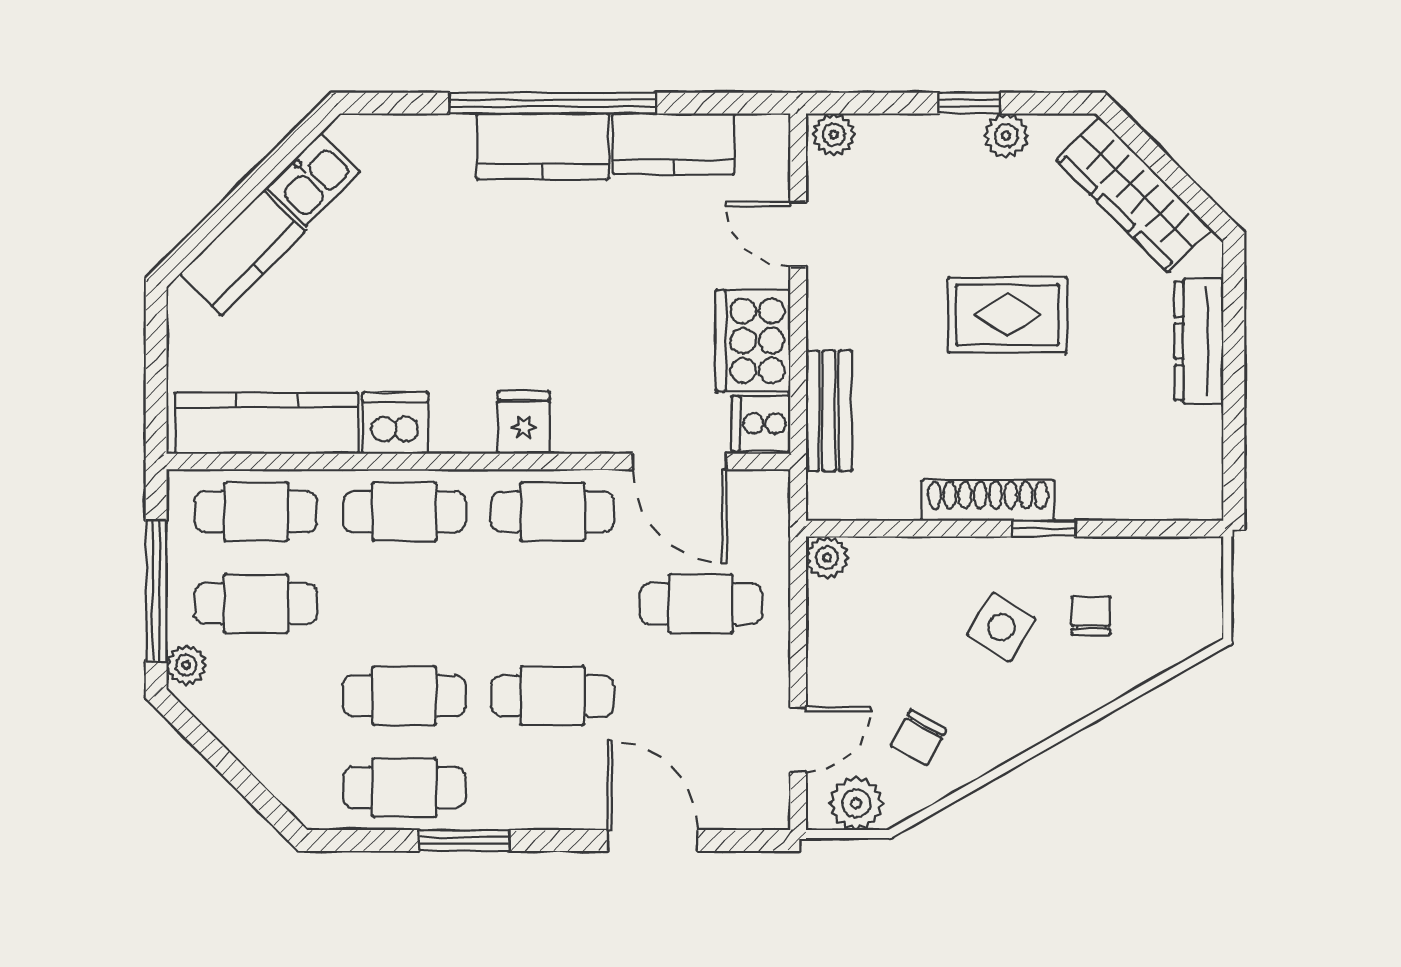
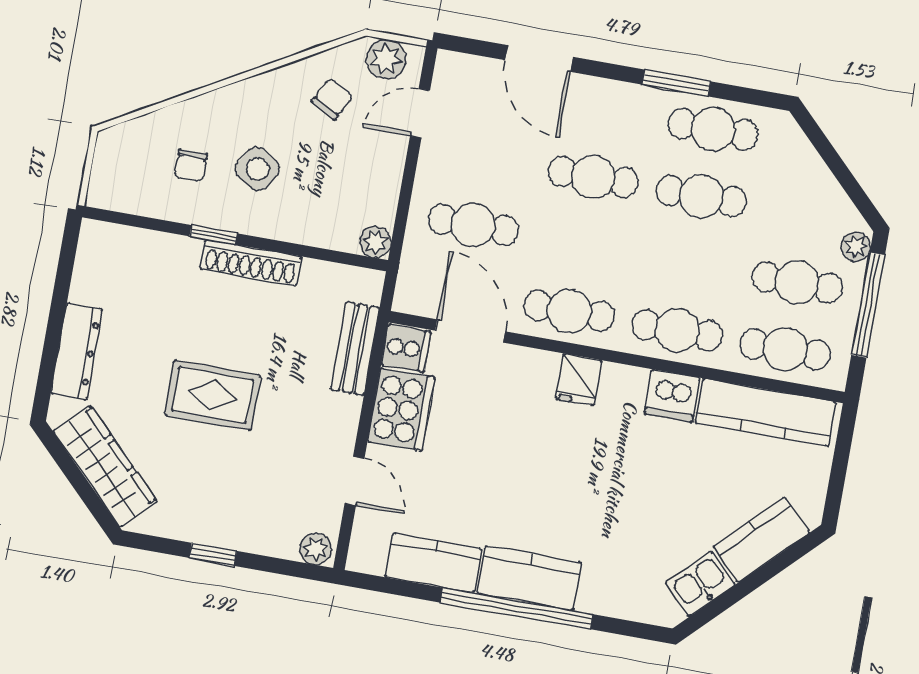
plant: (1006, 136) -> (190, 526), removed

